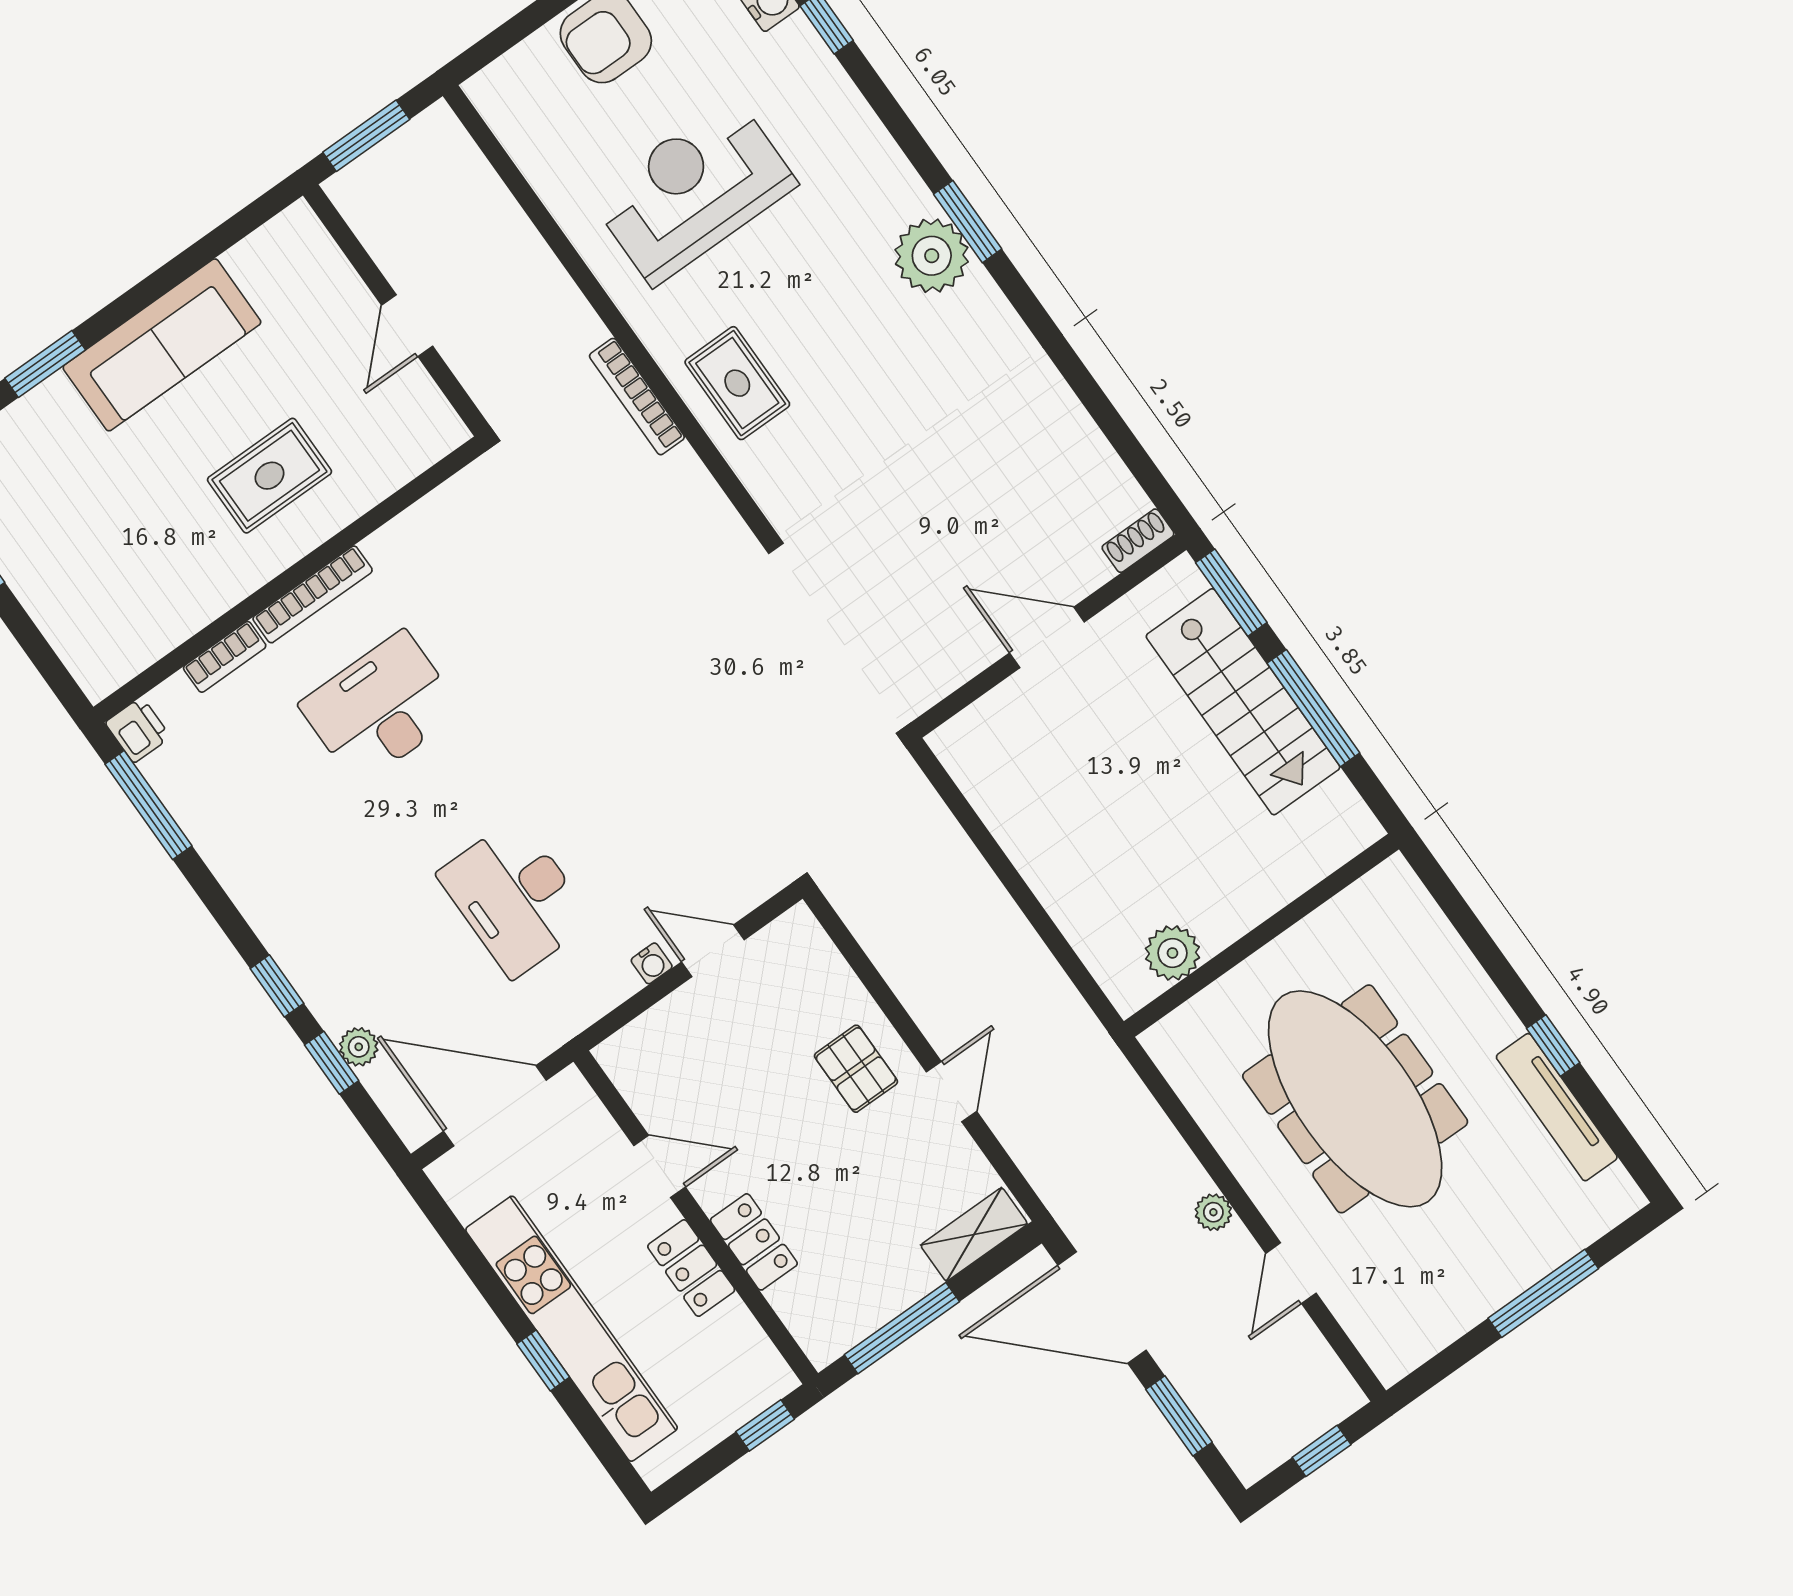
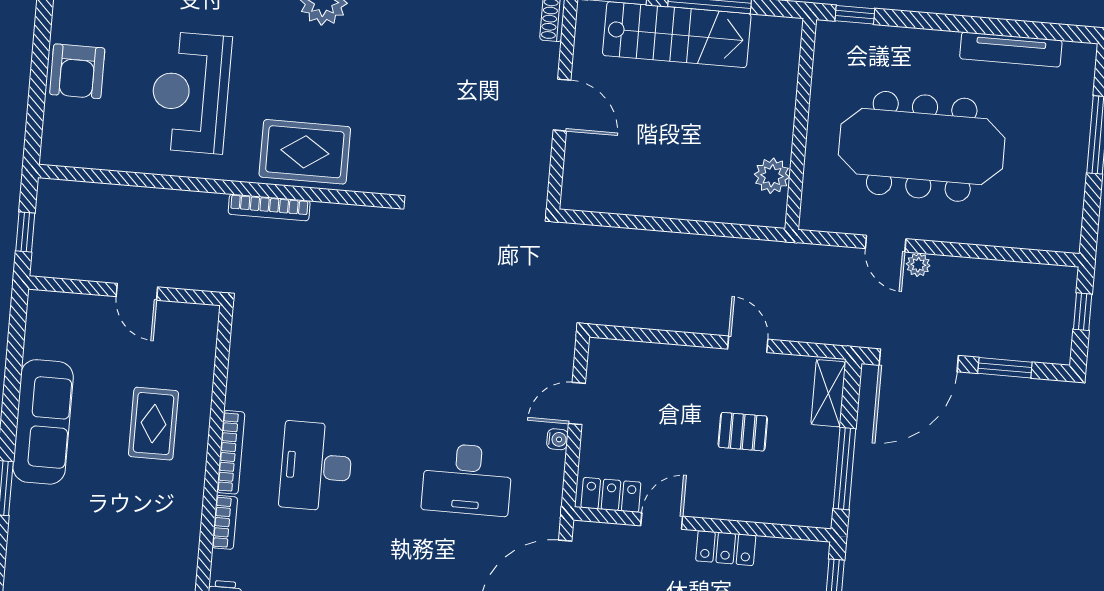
window: (366, 136) -> (25, 232), width x0.67
rug: (737, 383) -> (305, 152), width x1.36, depth x1.43
door: (1047, 637) -> (562, 105), swing flipped
window: (1553, 1045) -> (855, 15), moved
pallet: (856, 1069) -> (743, 432), moved
locker: (754, 1242) -> (611, 495), moved
door: (1291, 1273) -> (886, 244), moved

